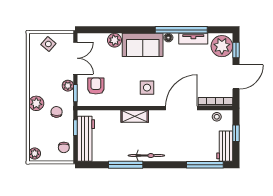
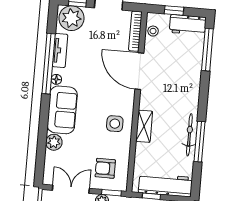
side table: (147, 88) -> (115, 124), moved
bicycle: (146, 156) -> (189, 135), moved

